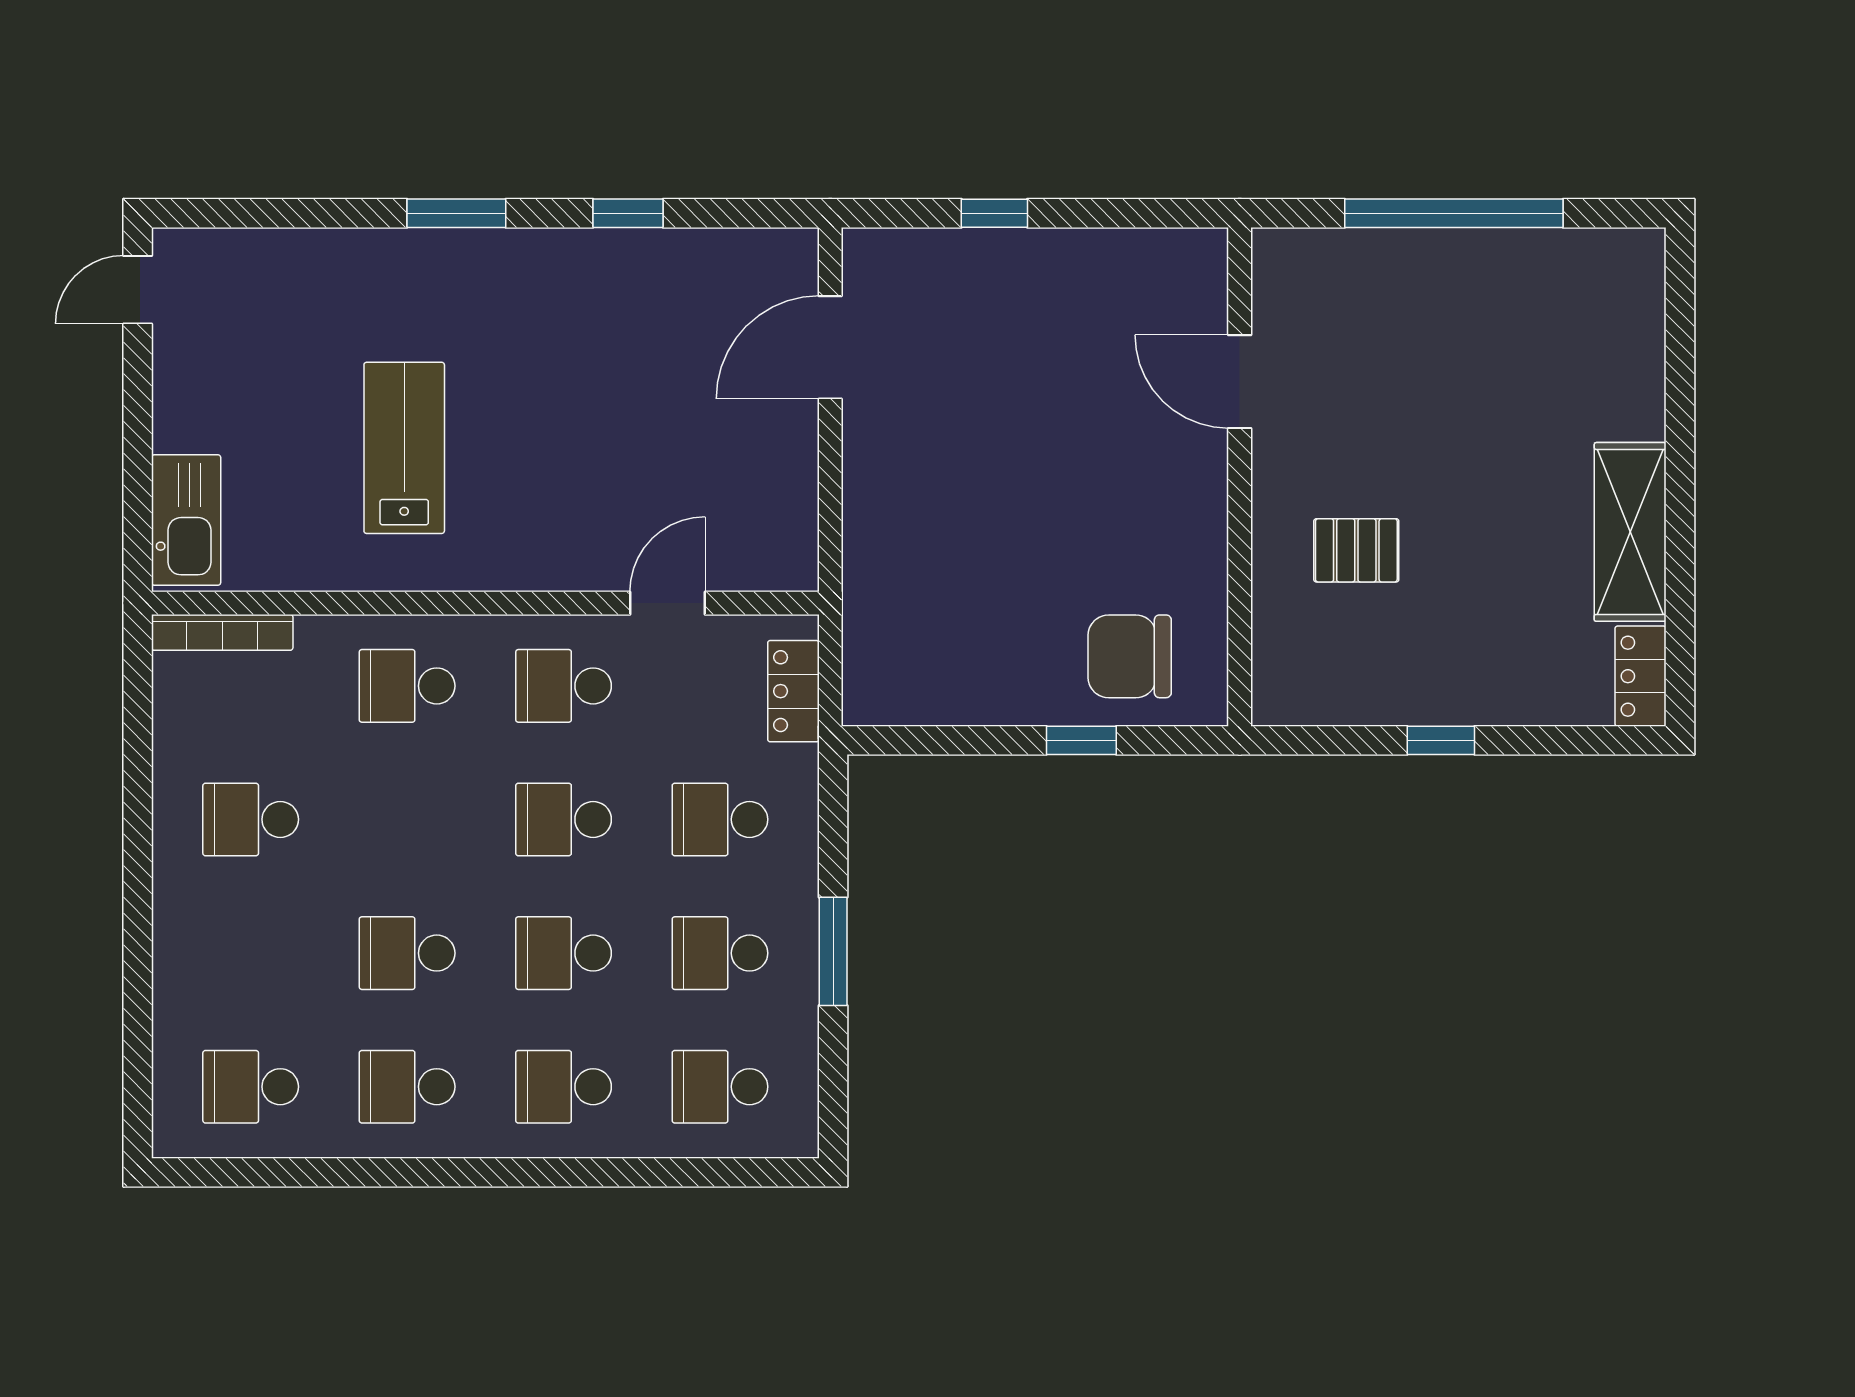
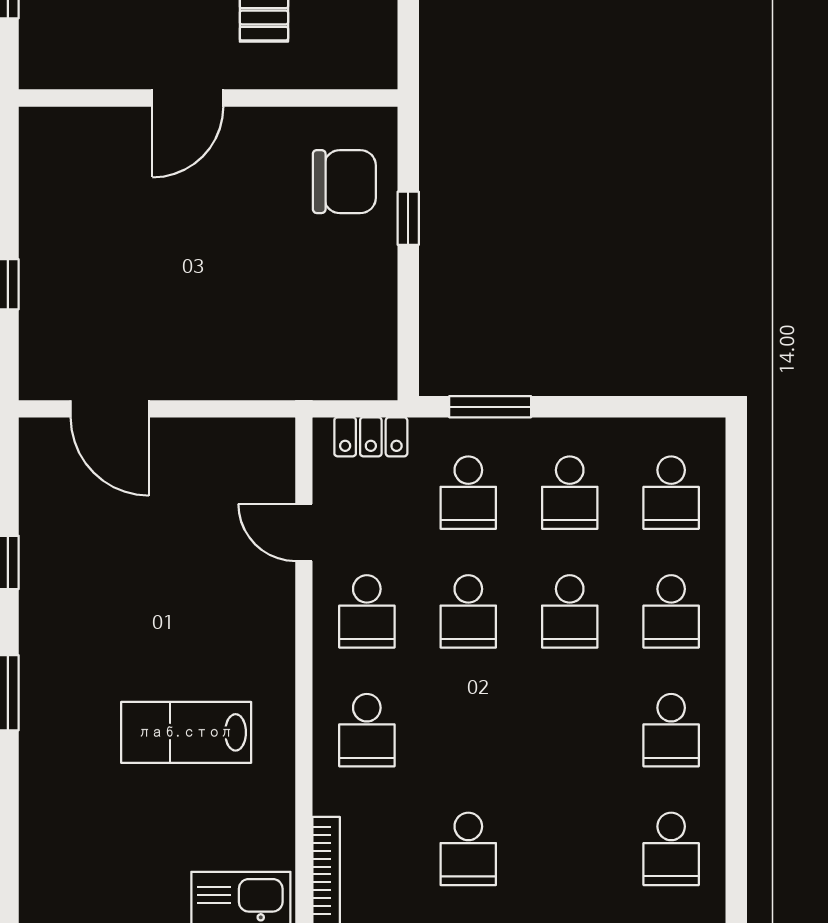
door: (1240, 382) -> (188, 98), moved
chair: (1130, 656) -> (344, 182), turned -90
window: (833, 951) -> (490, 407), moved
school desk: (407, 953) -> (570, 730), removed

